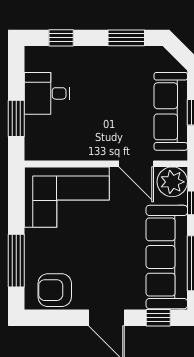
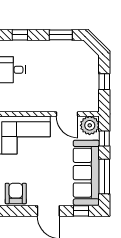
sofa: (171, 111) -> (89, 81), removed
armchair: (55, 290) -> (16, 193), turned 90

